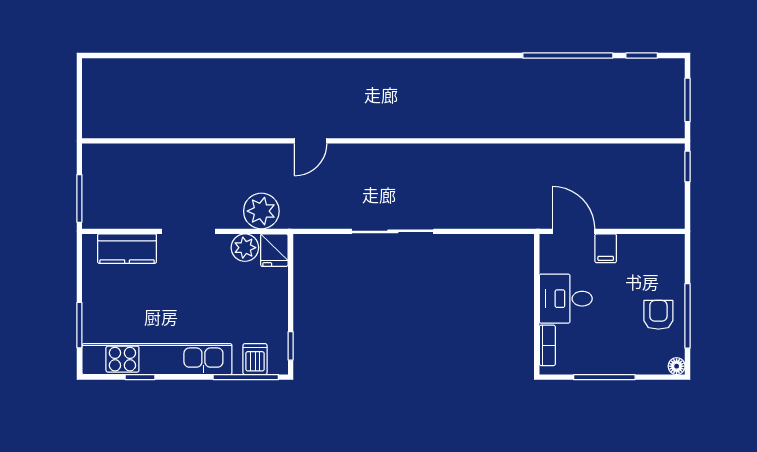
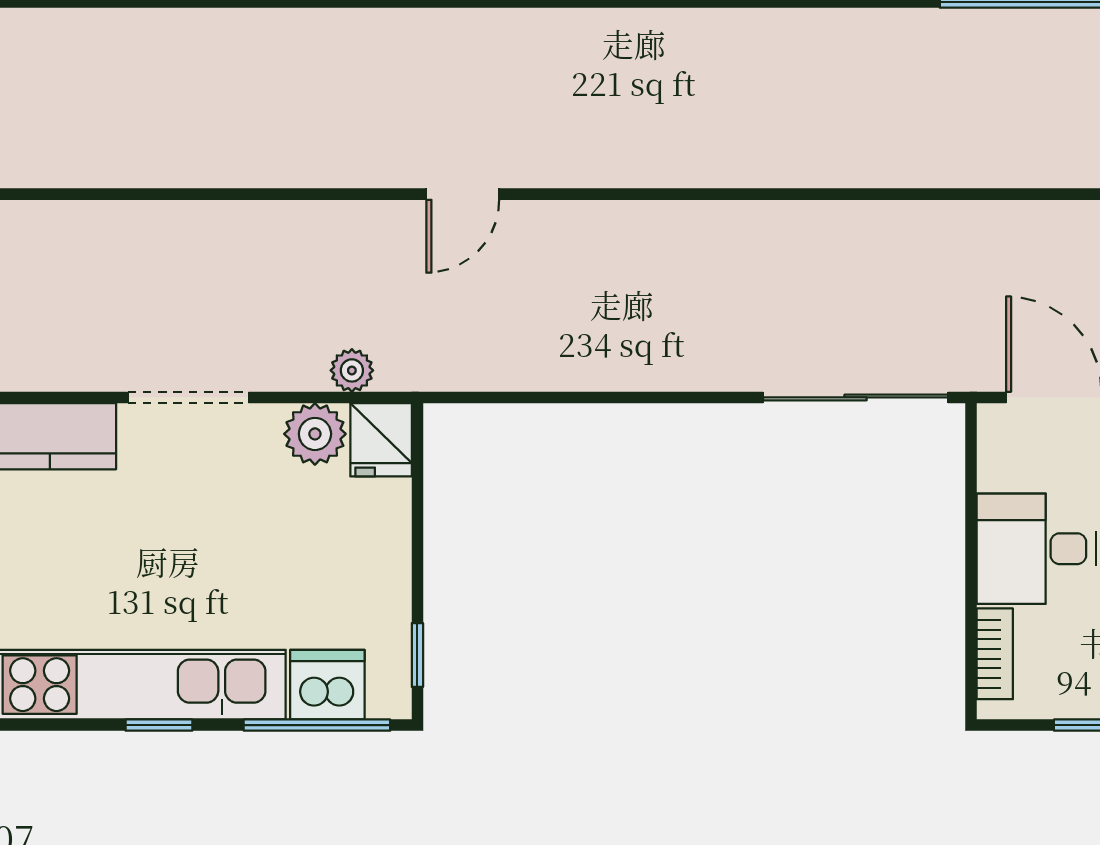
plant: (261, 211) -> (352, 370), width x0.53, depth x0.53
sliding door: (393, 231) -> (856, 397), moved
dishwasher: (255, 359) -> (327, 685), width x1.38
window: (140, 377) -> (159, 725), moved

